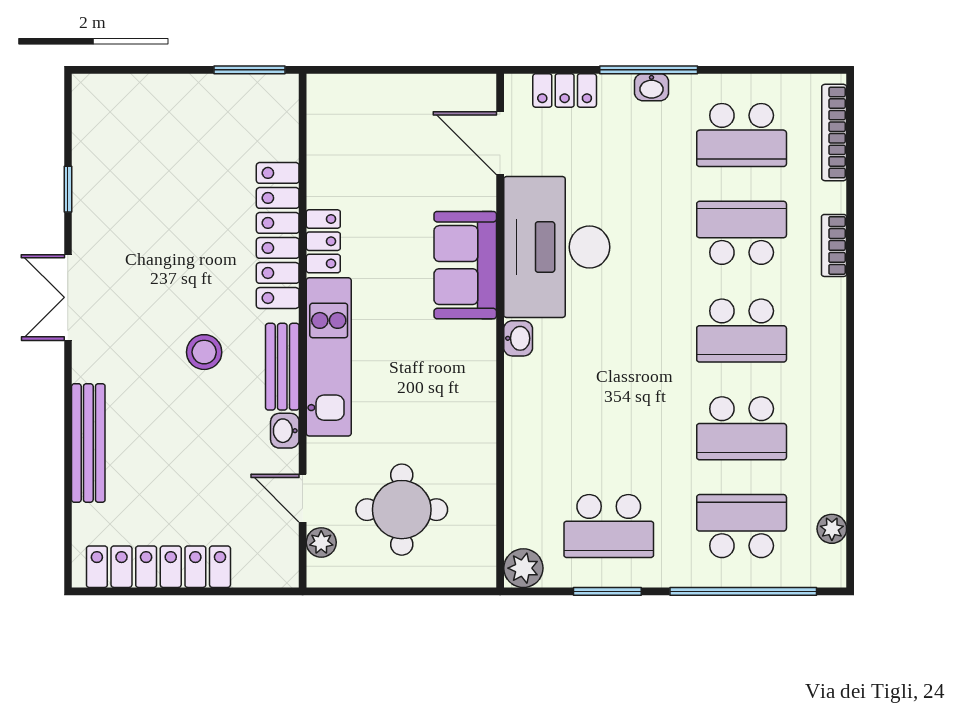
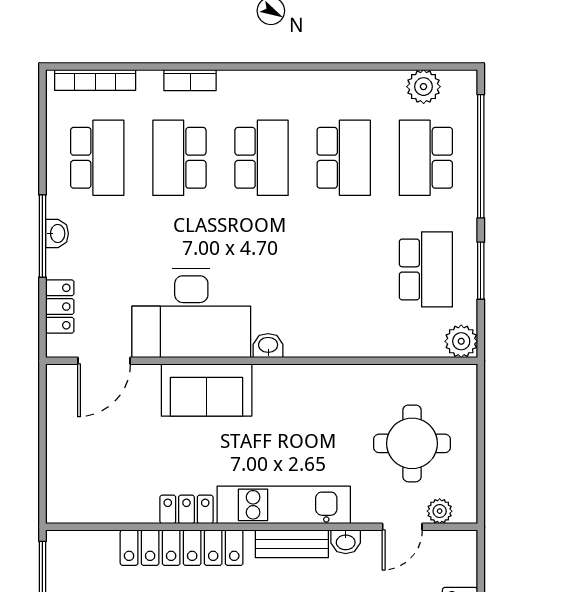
plant: (832, 529) -> (424, 87), width x1.38, depth x1.38

